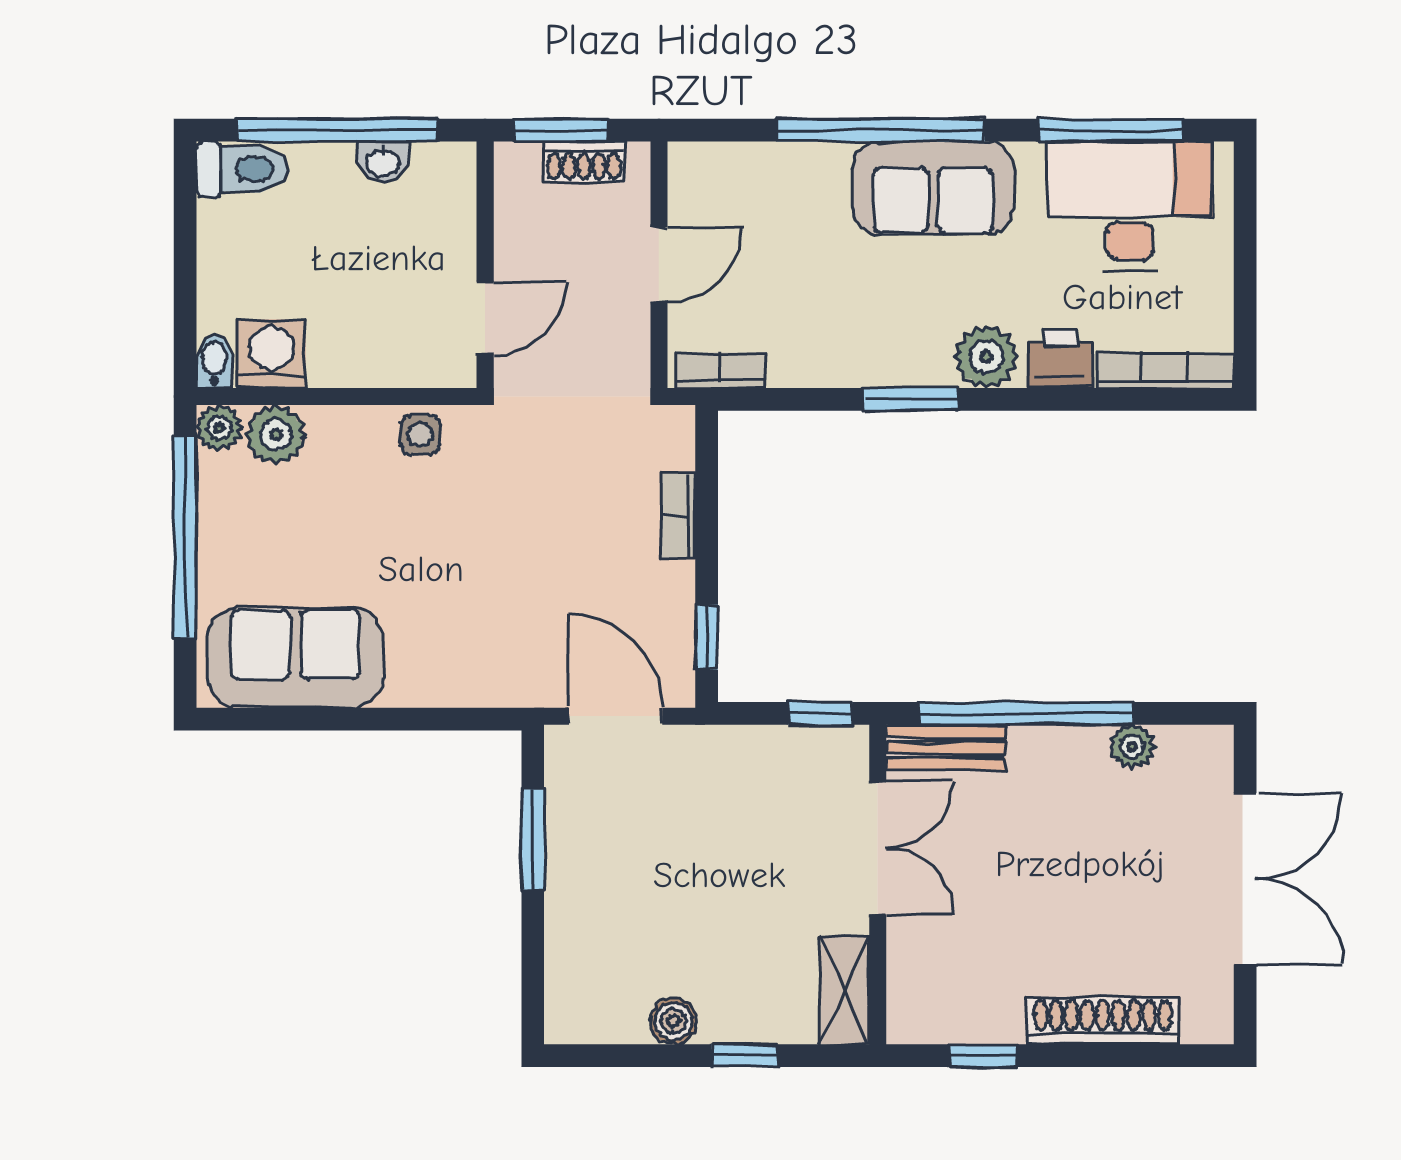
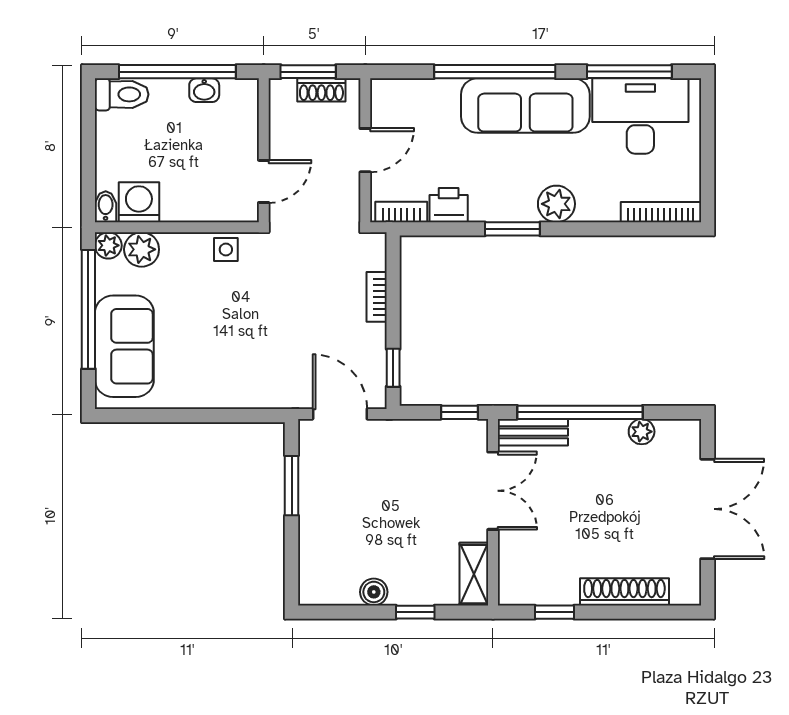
sofa: (933, 188) -> (525, 105), width x1.36
printer: (1060, 359) -> (449, 205), moved
sofa: (295, 658) -> (124, 346), moved, turned 90

